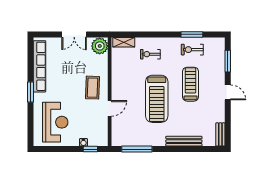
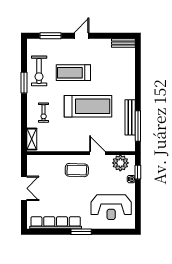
window: (192, 34) -> (24, 83), moved
plant: (100, 46) -> (120, 163), moved
exercise bike: (192, 50) -> (39, 71), width x1.38, depth x1.39
reception desk: (55, 122) -> (111, 207), turned 180
bench: (184, 141) -> (130, 117), moved

